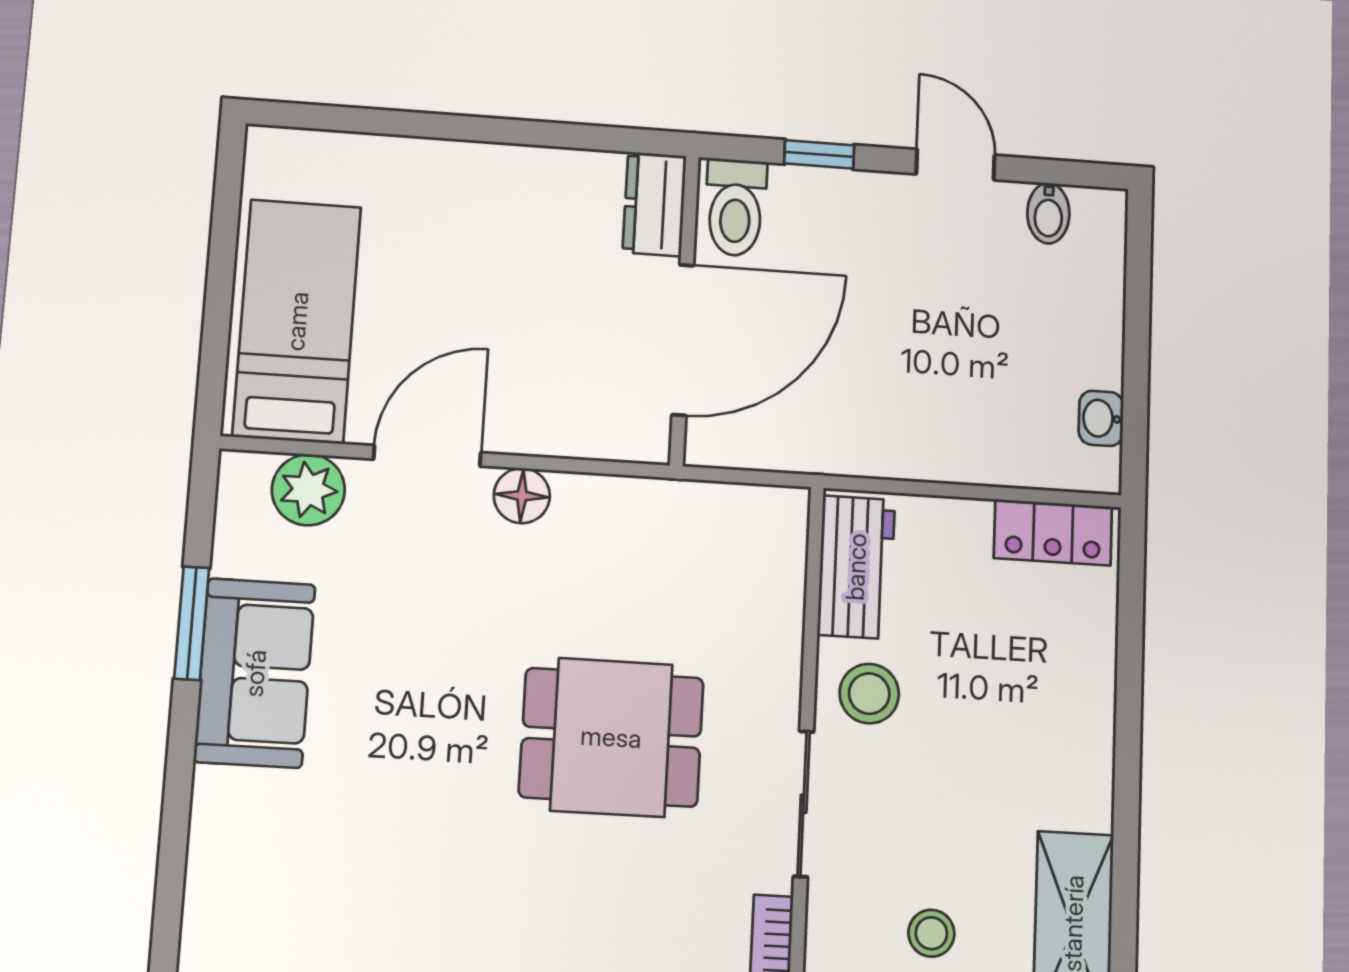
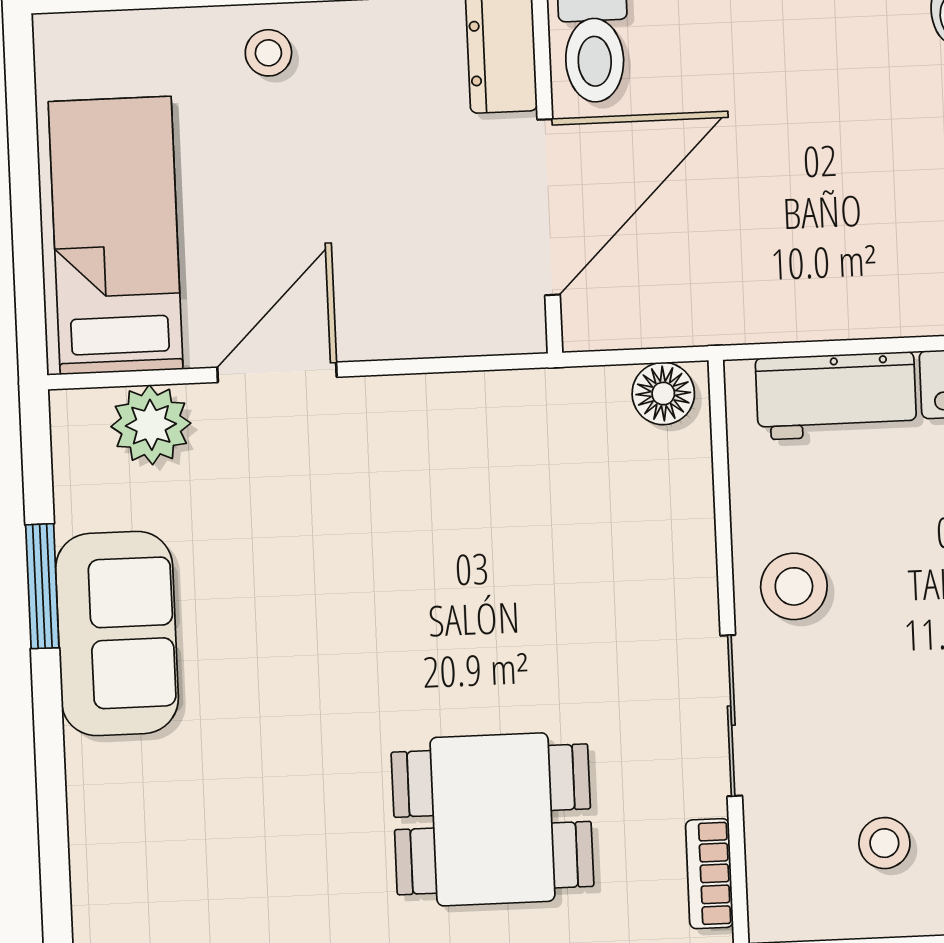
stool: (451, 181) -> (268, 53), added
floor lamp: (522, 496) -> (663, 394), moved
workbench: (856, 567) -> (836, 396), moved, turned 90
dining table: (611, 737) -> (492, 819), moved

